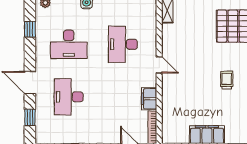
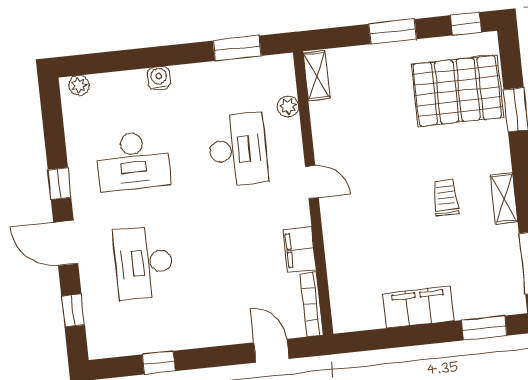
plant: (151, 25) -> (288, 106), added
window: (30, 29) -> (59, 184), moved
desk: (123, 44) -> (238, 150), turned 180

